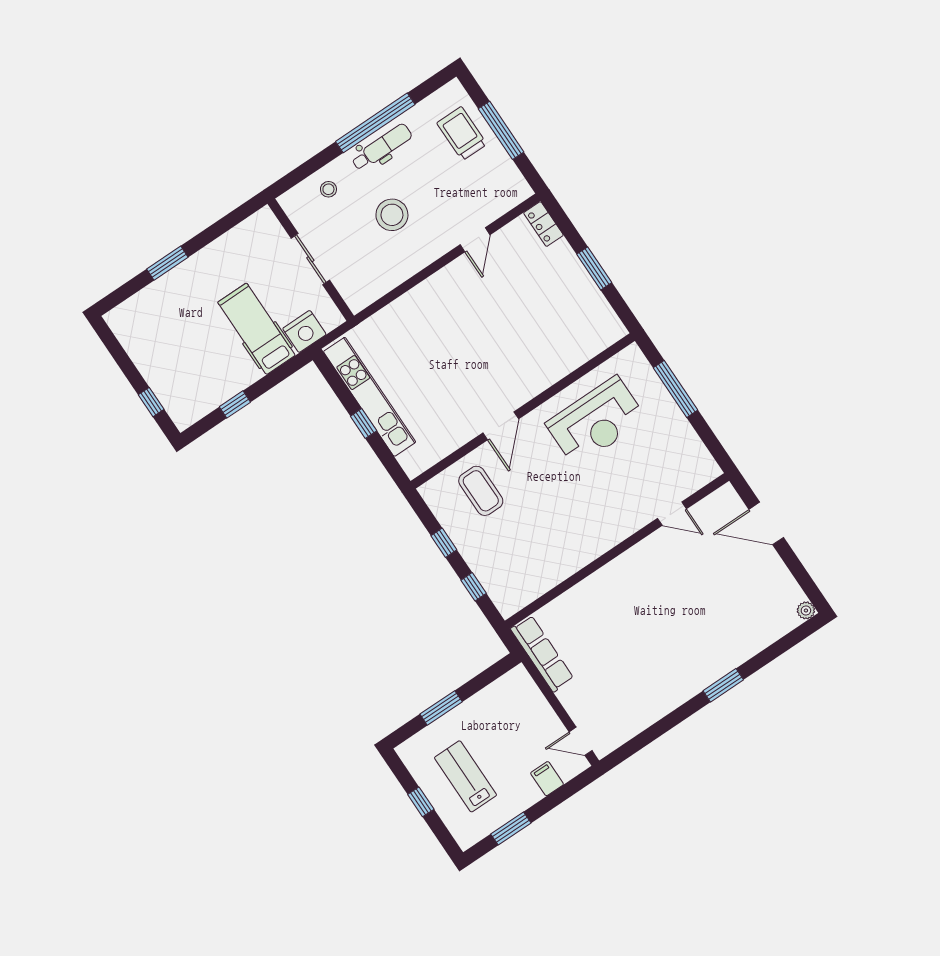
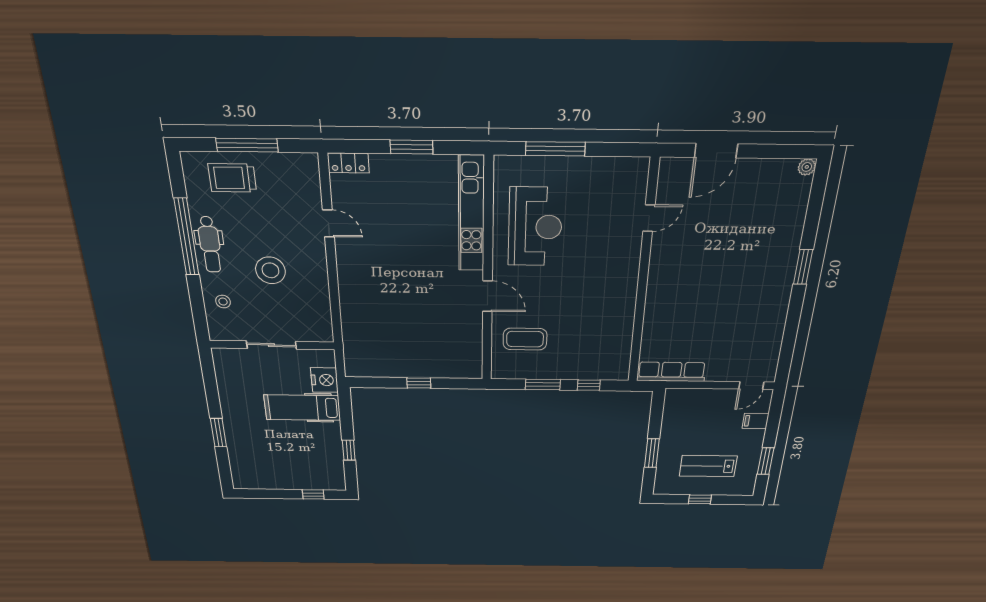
dental chair: (382, 147) -> (210, 245), turned 180
kitchen unit: (370, 397) -> (471, 214), moved, turned -90
window: (444, 543) -> (543, 385), width x1.50

